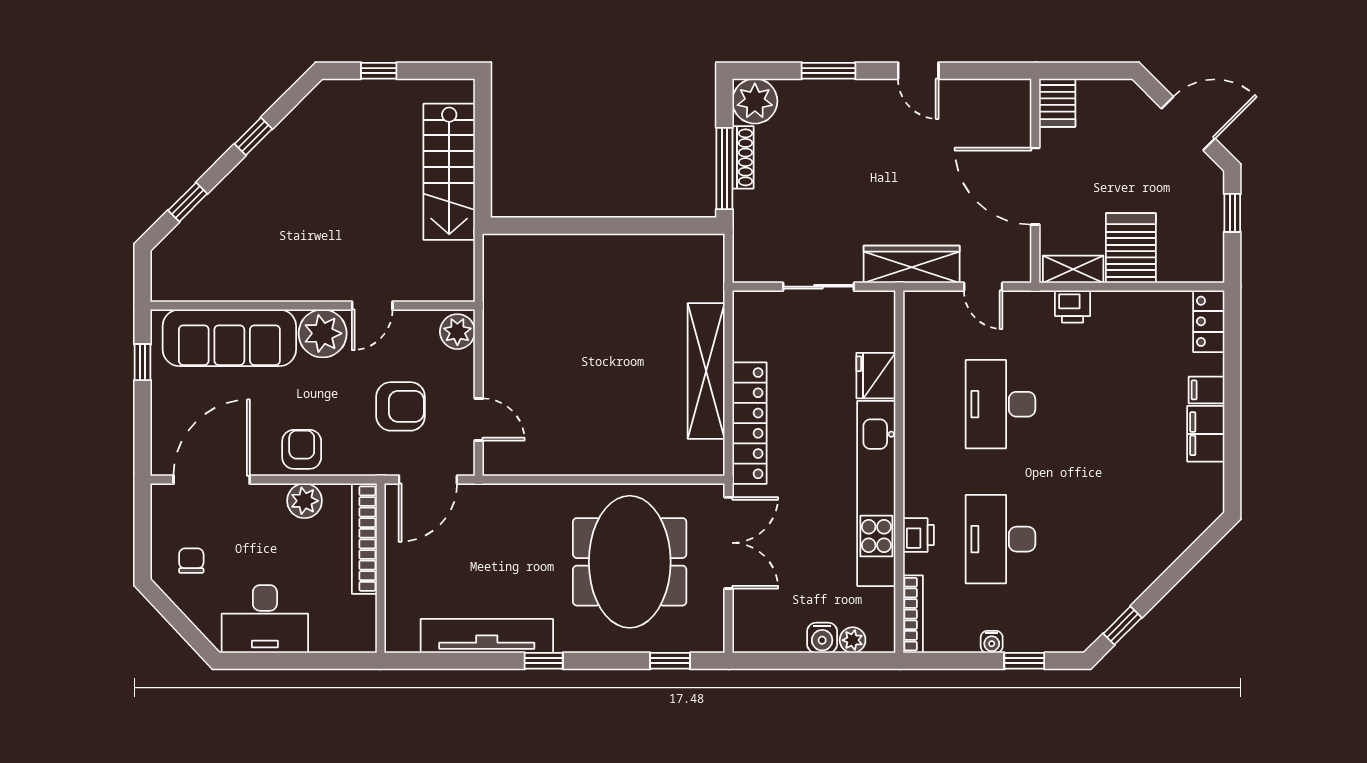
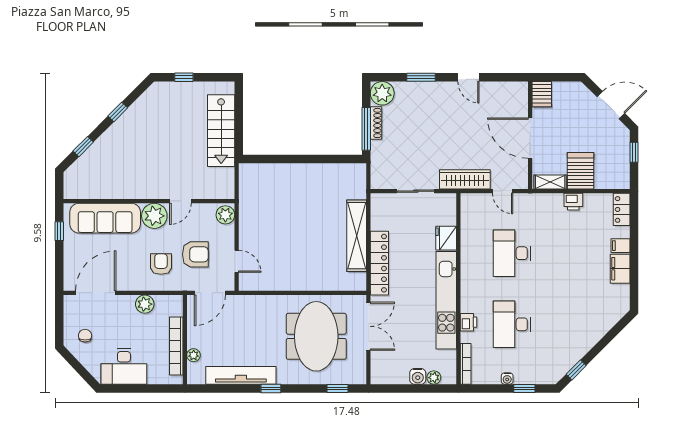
printer: (1073, 307) -> (573, 202), moved
armchair: (302, 449) -> (161, 264), moved
bookcase: (364, 539) -> (176, 346), moved
plant: (397, 598) -> (194, 355), added

